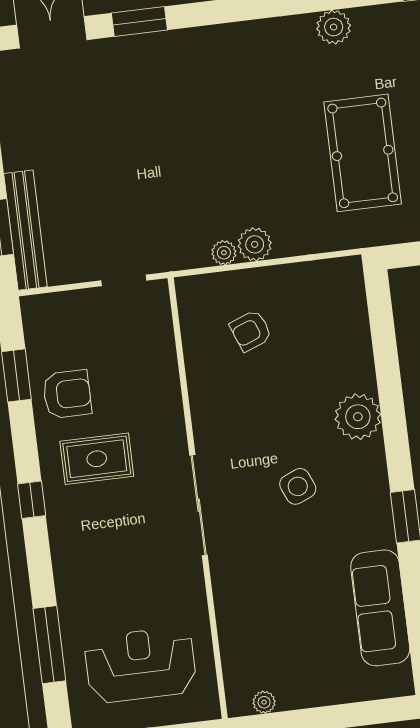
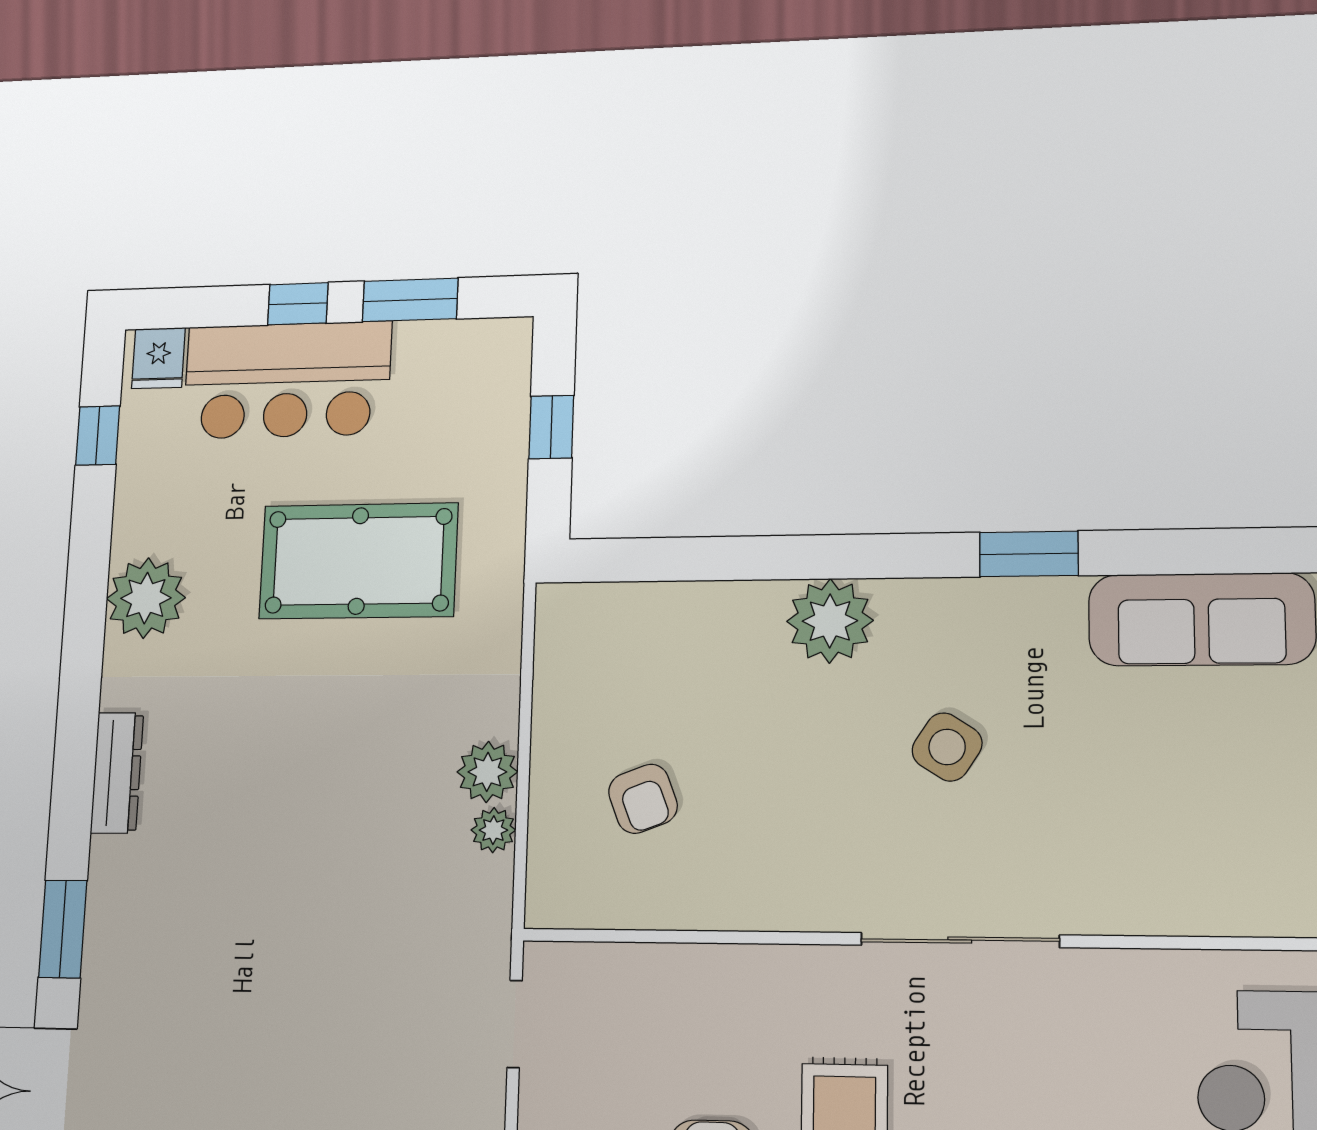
plant: (334, 27) -> (146, 598), width x1.36, depth x1.36
dresser: (229, 36) -> (117, 773), added
side table: (298, 486) -> (947, 747), turned -34

